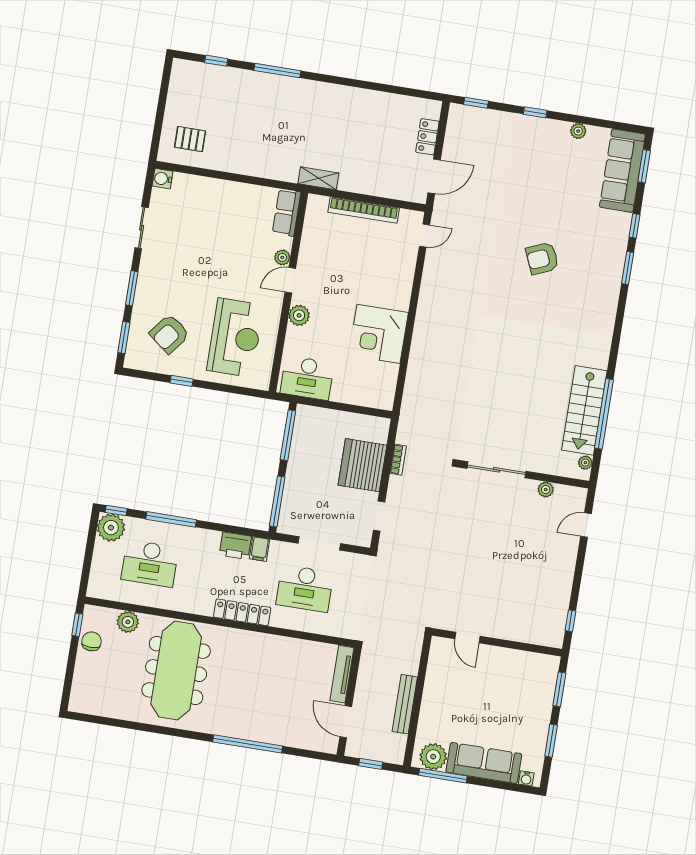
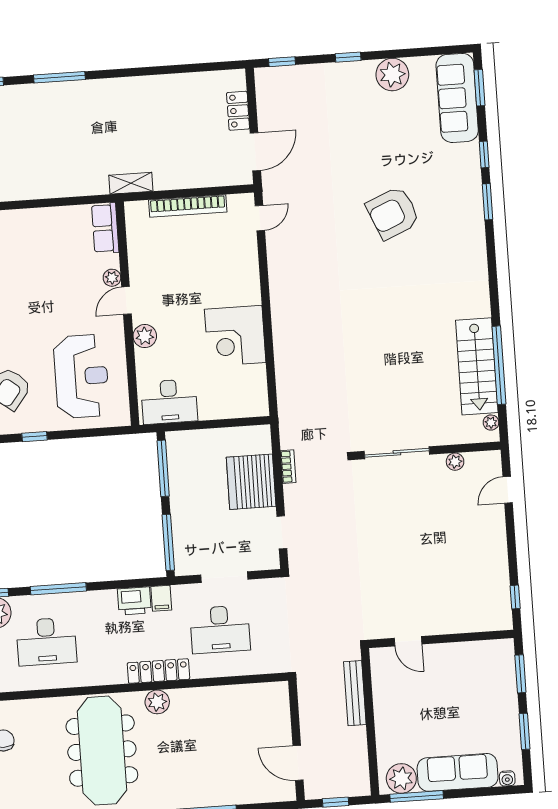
plant: (578, 131) -> (392, 75), width x1.87, depth x1.87
armchair: (542, 258) -> (393, 213), width x1.36, depth x1.36
plant: (128, 622) -> (157, 702), moved
tv unit: (342, 674) -> (282, 712), removed
bench: (405, 704) -> (355, 693), moved

